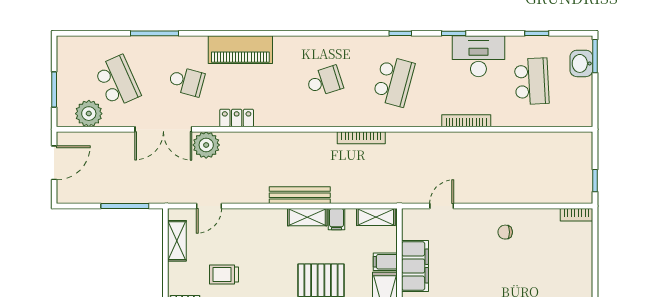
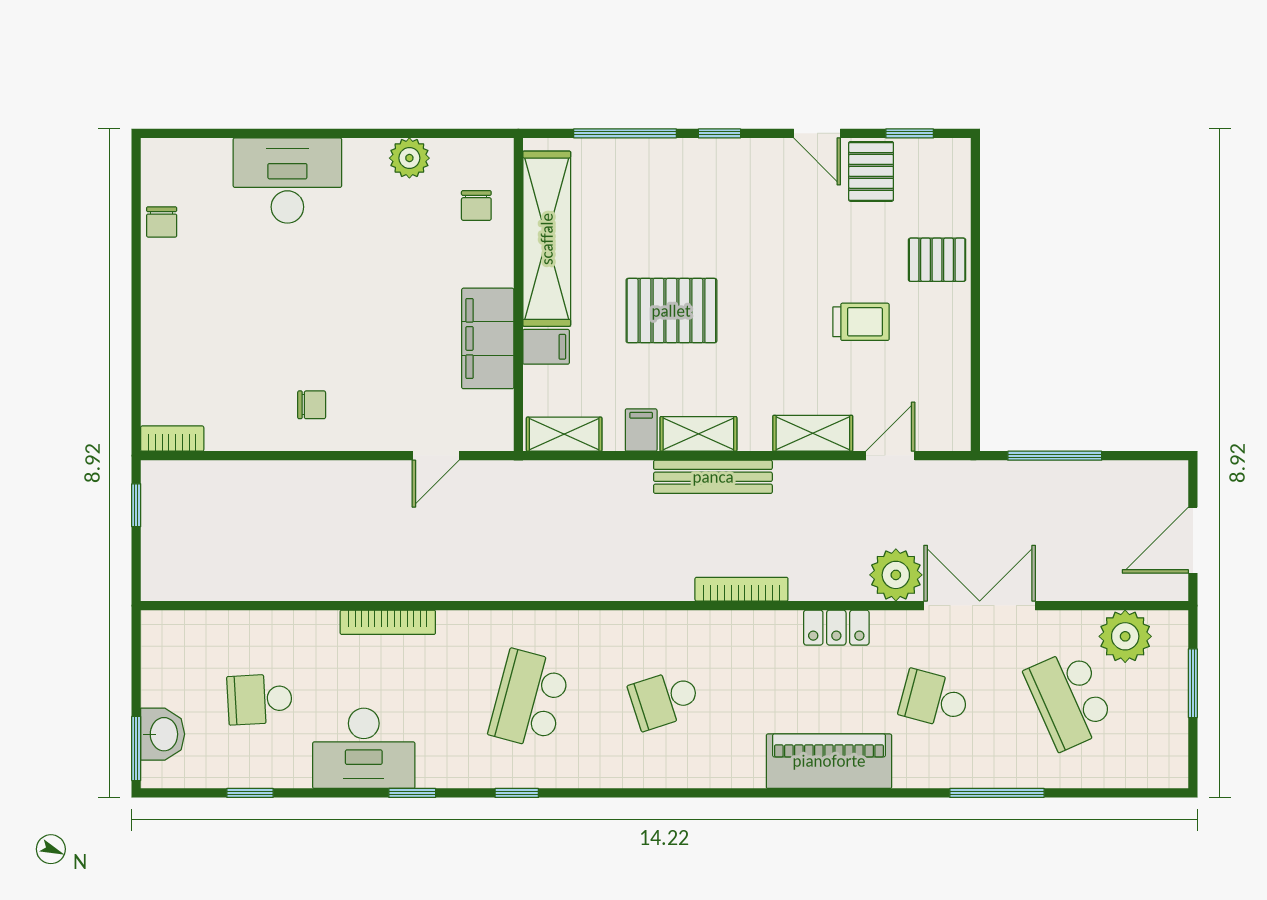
school desk: (532, 81) -> (260, 699), width x0.54
bookcase: (361, 138) -> (741, 589), moved
shelving: (177, 241) -> (813, 433), moved, turned 90

